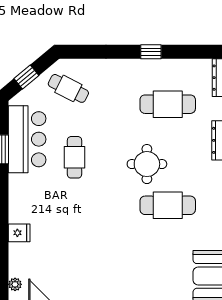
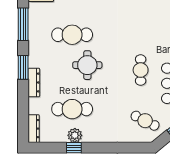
window: (151, 52) -> (74, 148), moved
plant: (164, 68) -> (75, 135), added

